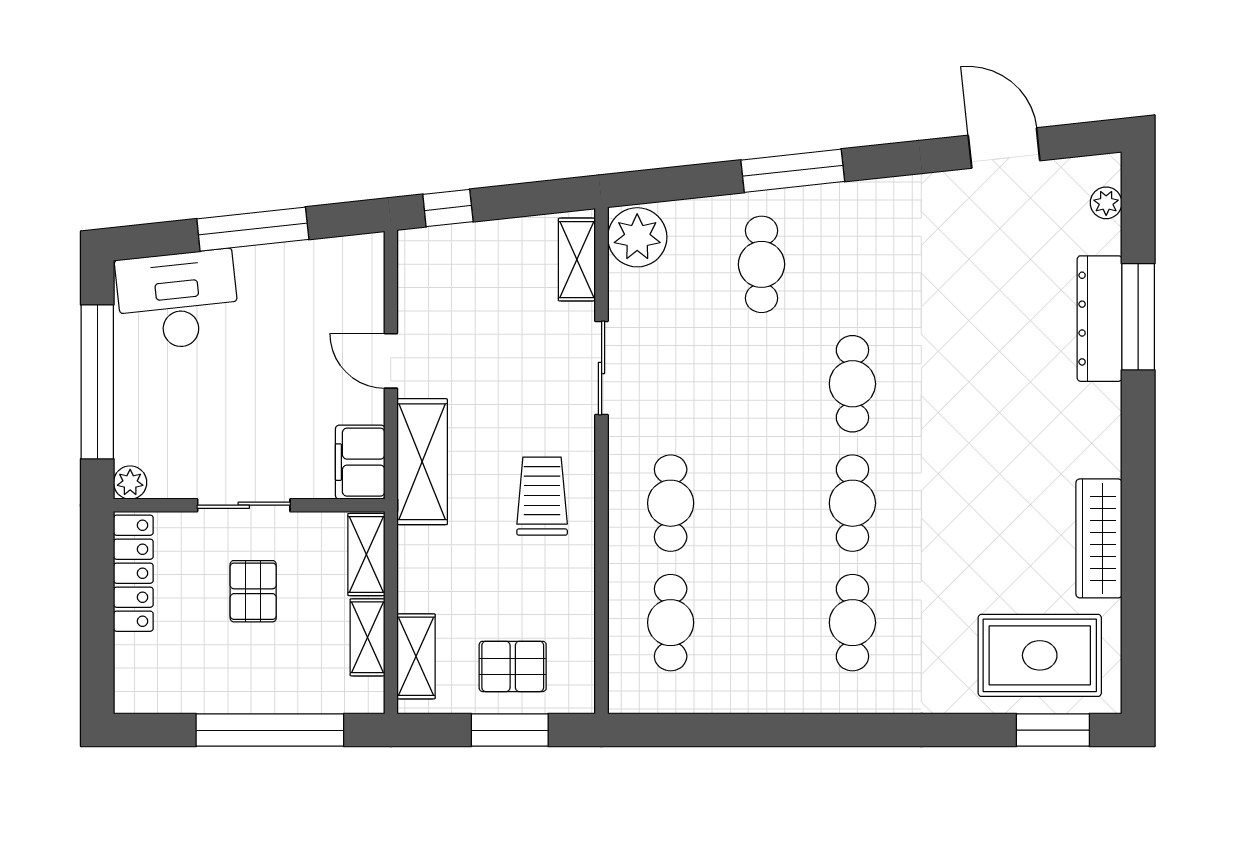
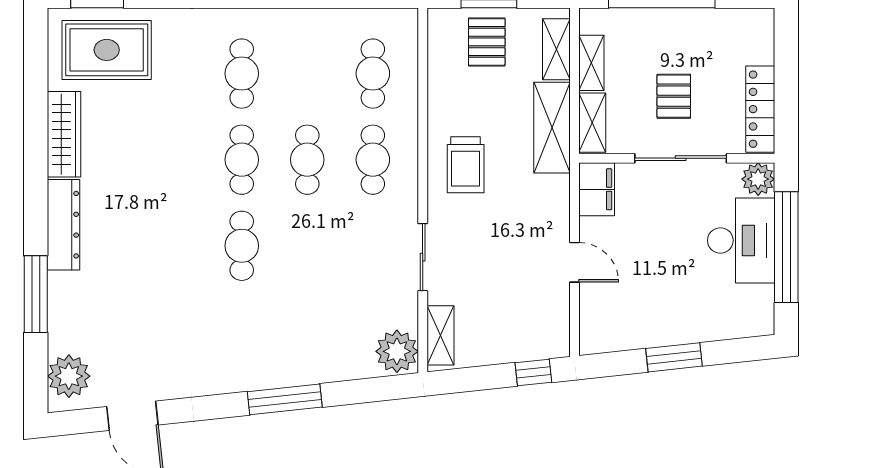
plant: (1106, 203) -> (69, 376), width x1.88, depth x1.88
window: (253, 229) -> (674, 357), width x0.69
cafe table: (762, 264) -> (307, 160), moved
desk: (178, 300) -> (741, 240), moved, turned -84
dresser: (1100, 319) -> (64, 225), moved
shelving: (422, 462) -> (552, 128), moved
plant: (130, 483) -> (758, 179), width x1.38, depth x1.38
sliding door: (244, 505) -> (681, 158), width x1.37
pallet: (513, 666) -> (487, 42), turned 90

